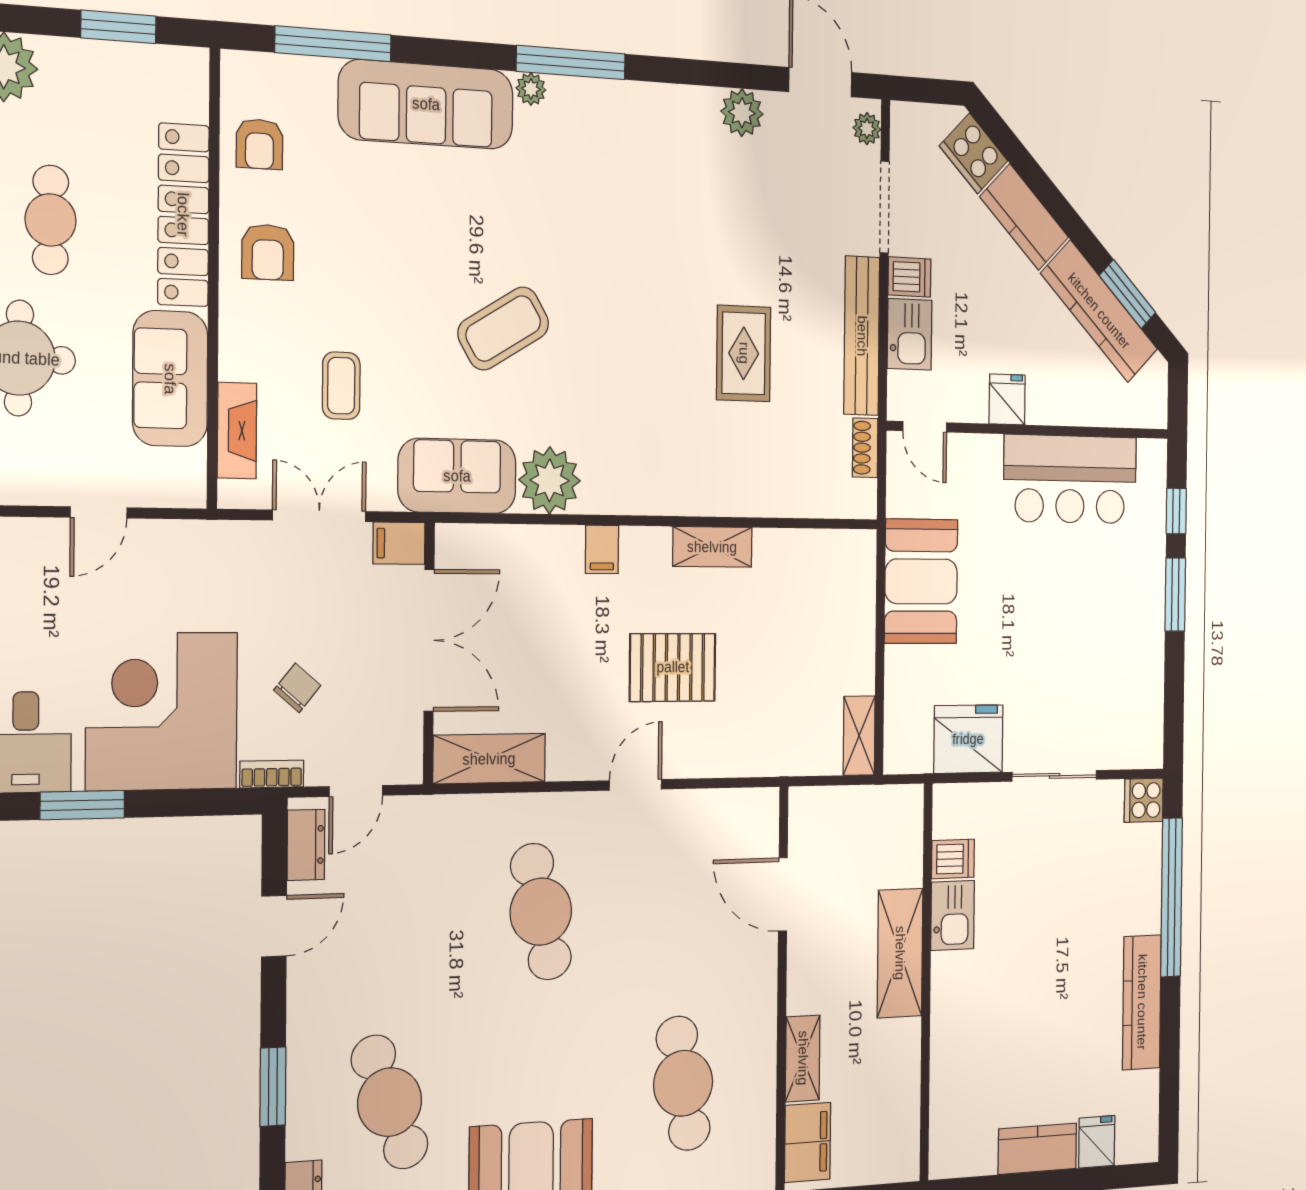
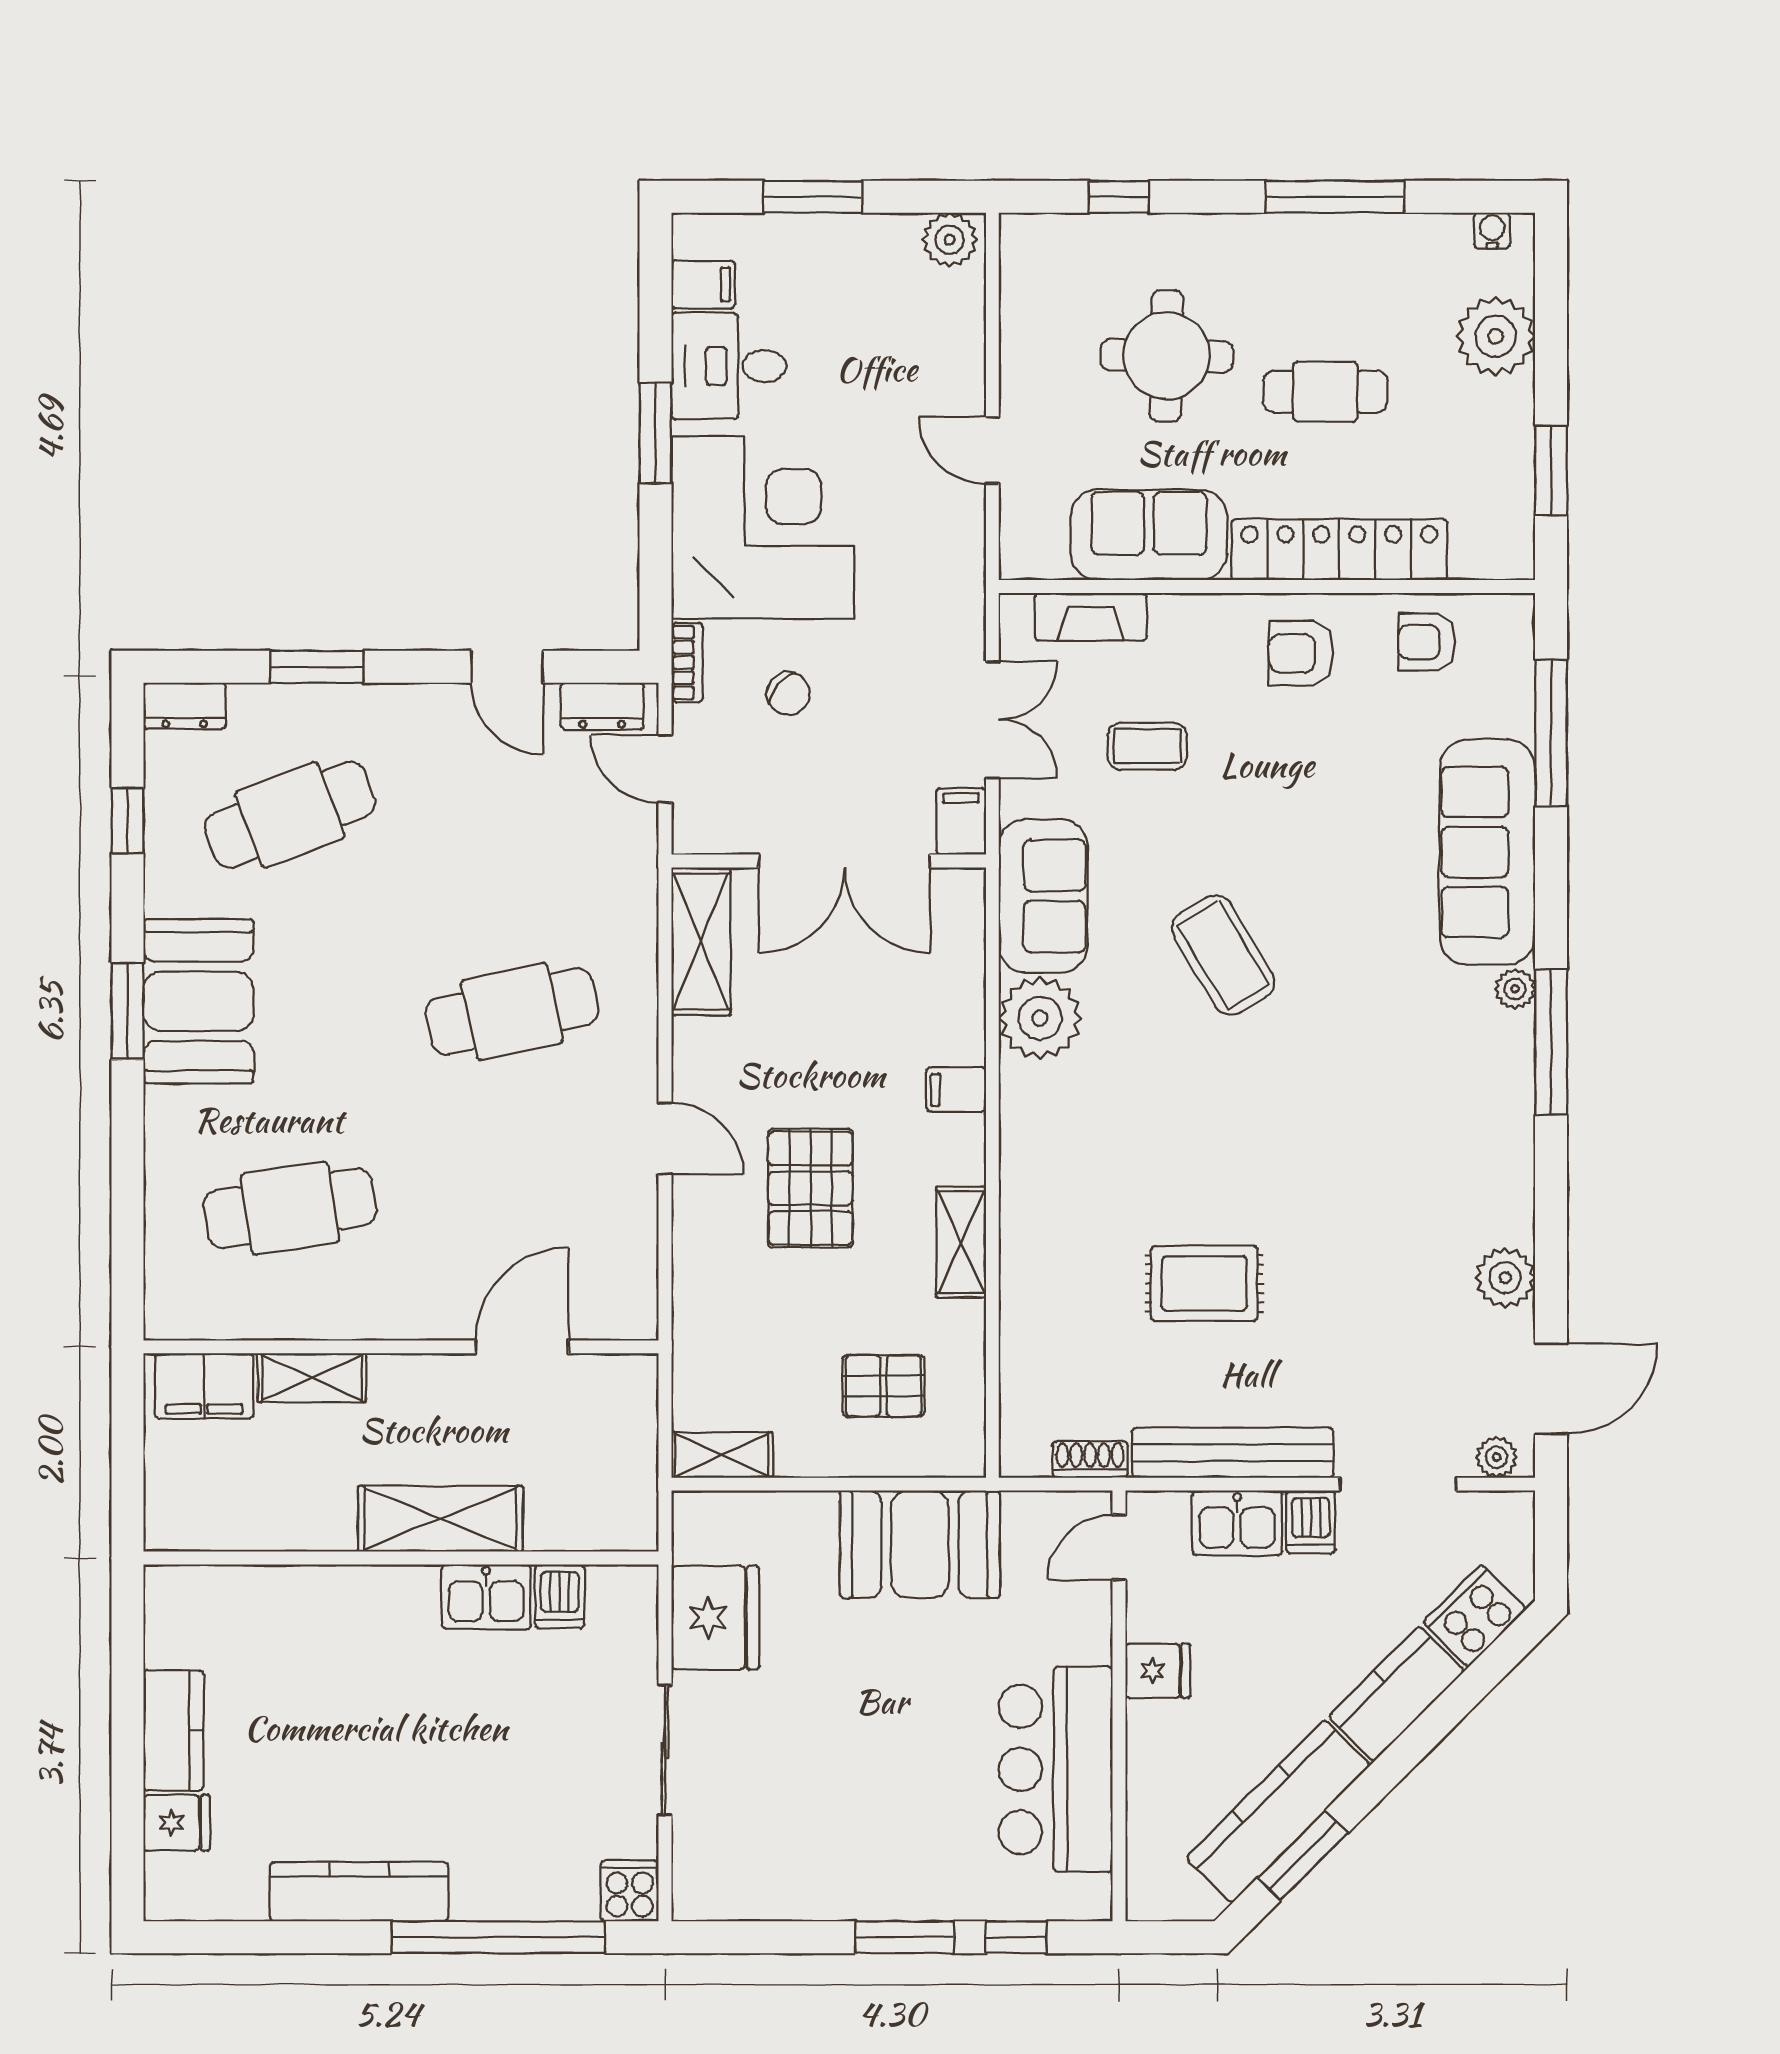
pallet: (813, 609) -> (883, 1386), added

